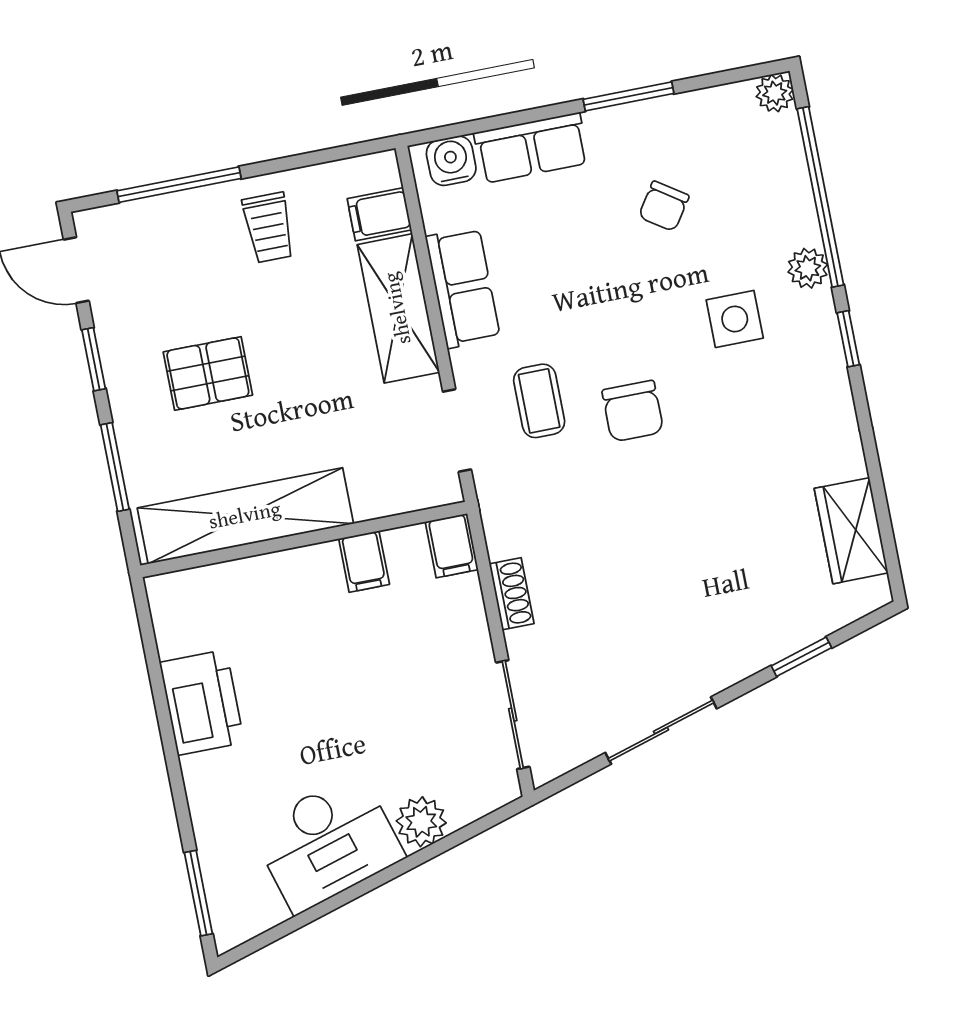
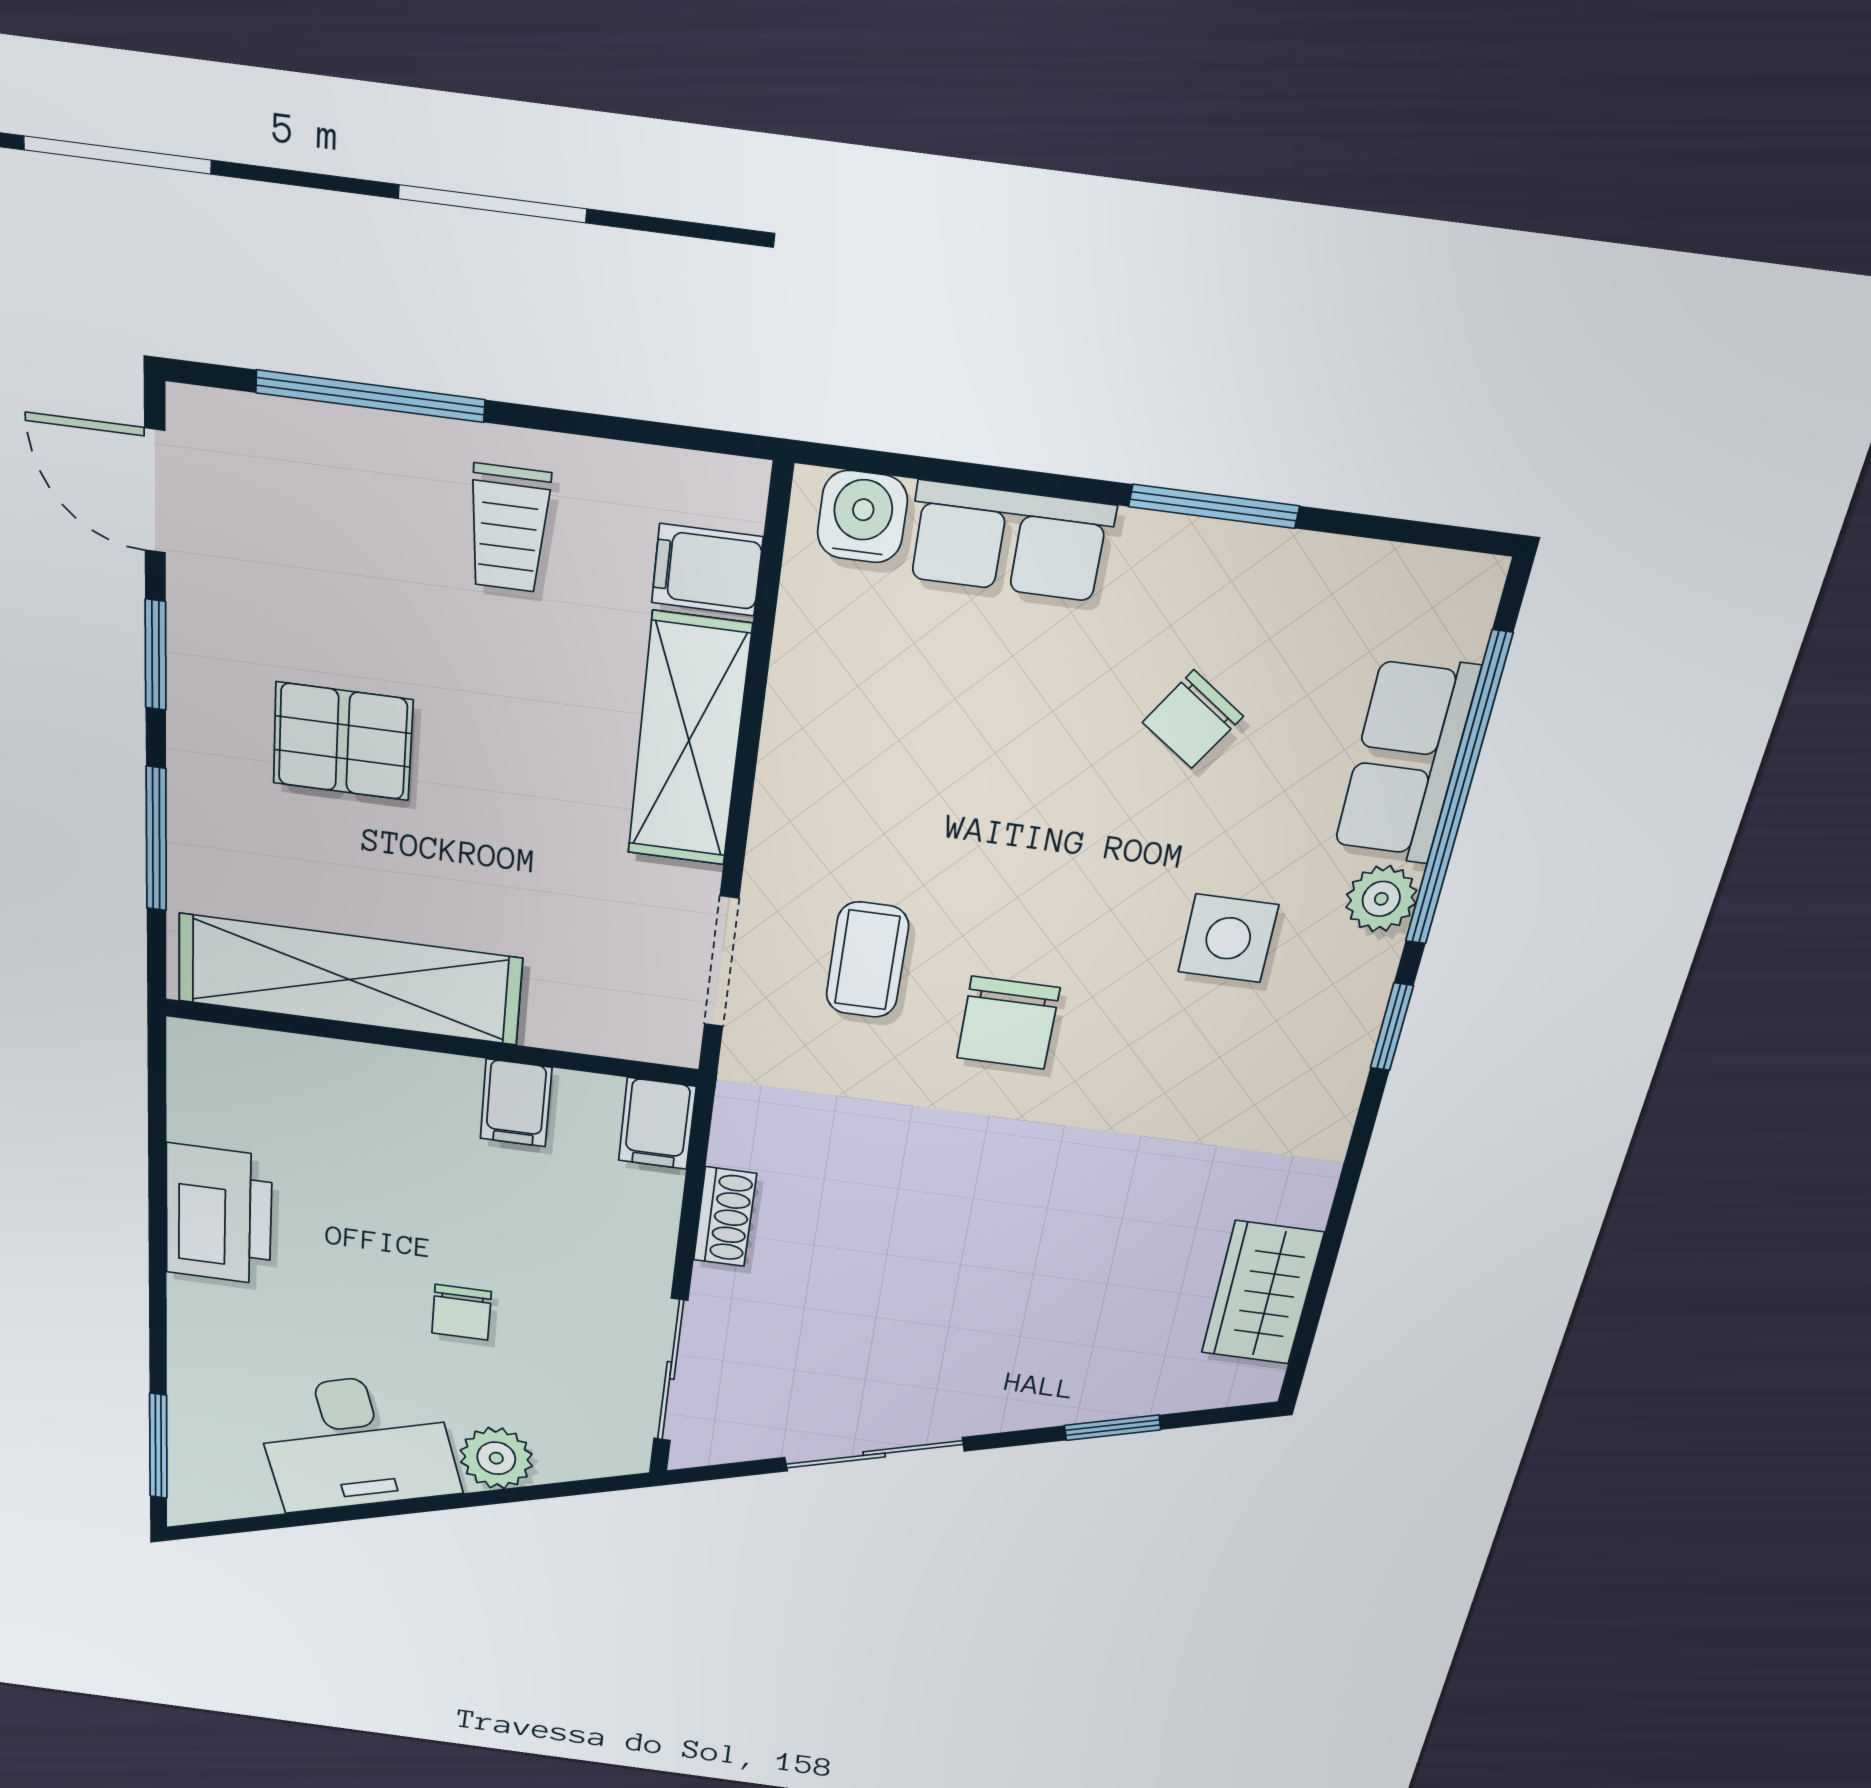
plant: (775, 93) -> (1468, 588), removed
row of seats: (463, 287) -> (1406, 760), moved, turned 180
chair: (370, 719) -> (462, 1312), added

